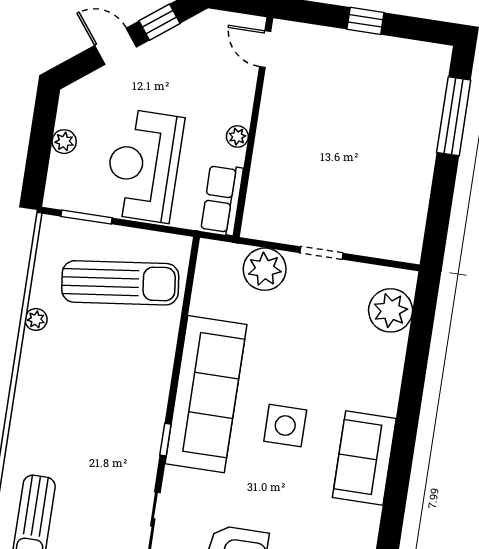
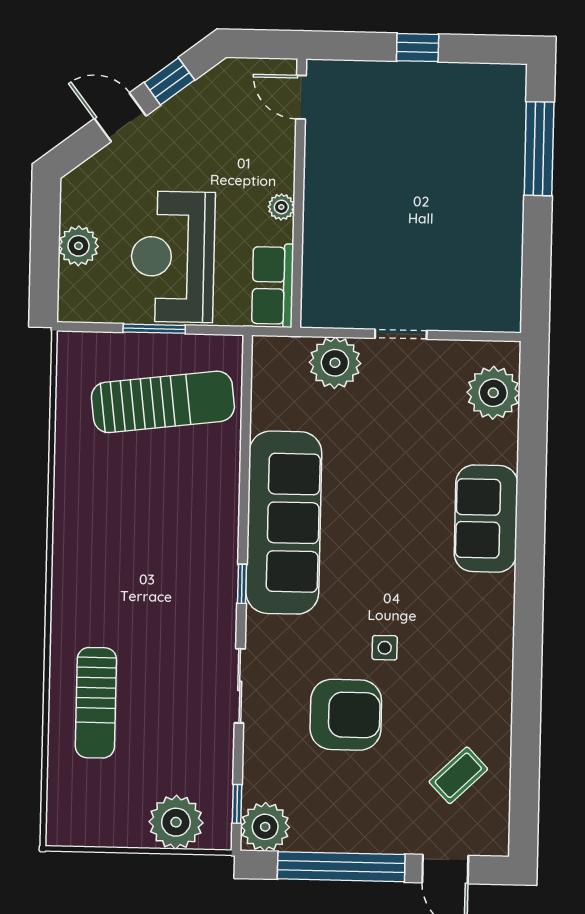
plant: (64, 142) -> (79, 246), width x1.38, depth x1.38
window: (86, 217) -> (154, 329), moved
plant: (36, 319) -> (67, 459), removed
side table: (285, 426) -> (385, 648), moved, width x0.54, depth x0.54
sofa: (364, 458) -> (486, 519), moved

